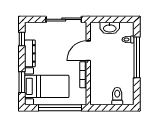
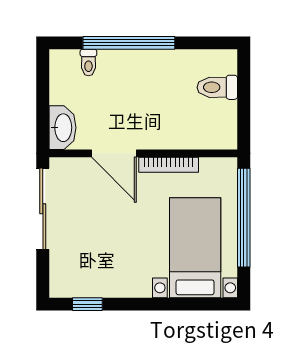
washbasin: (110, 28) -> (62, 128), moved
dresser: (30, 53) -> (120, 286), removed
window: (22, 82) -> (186, 304), removed

